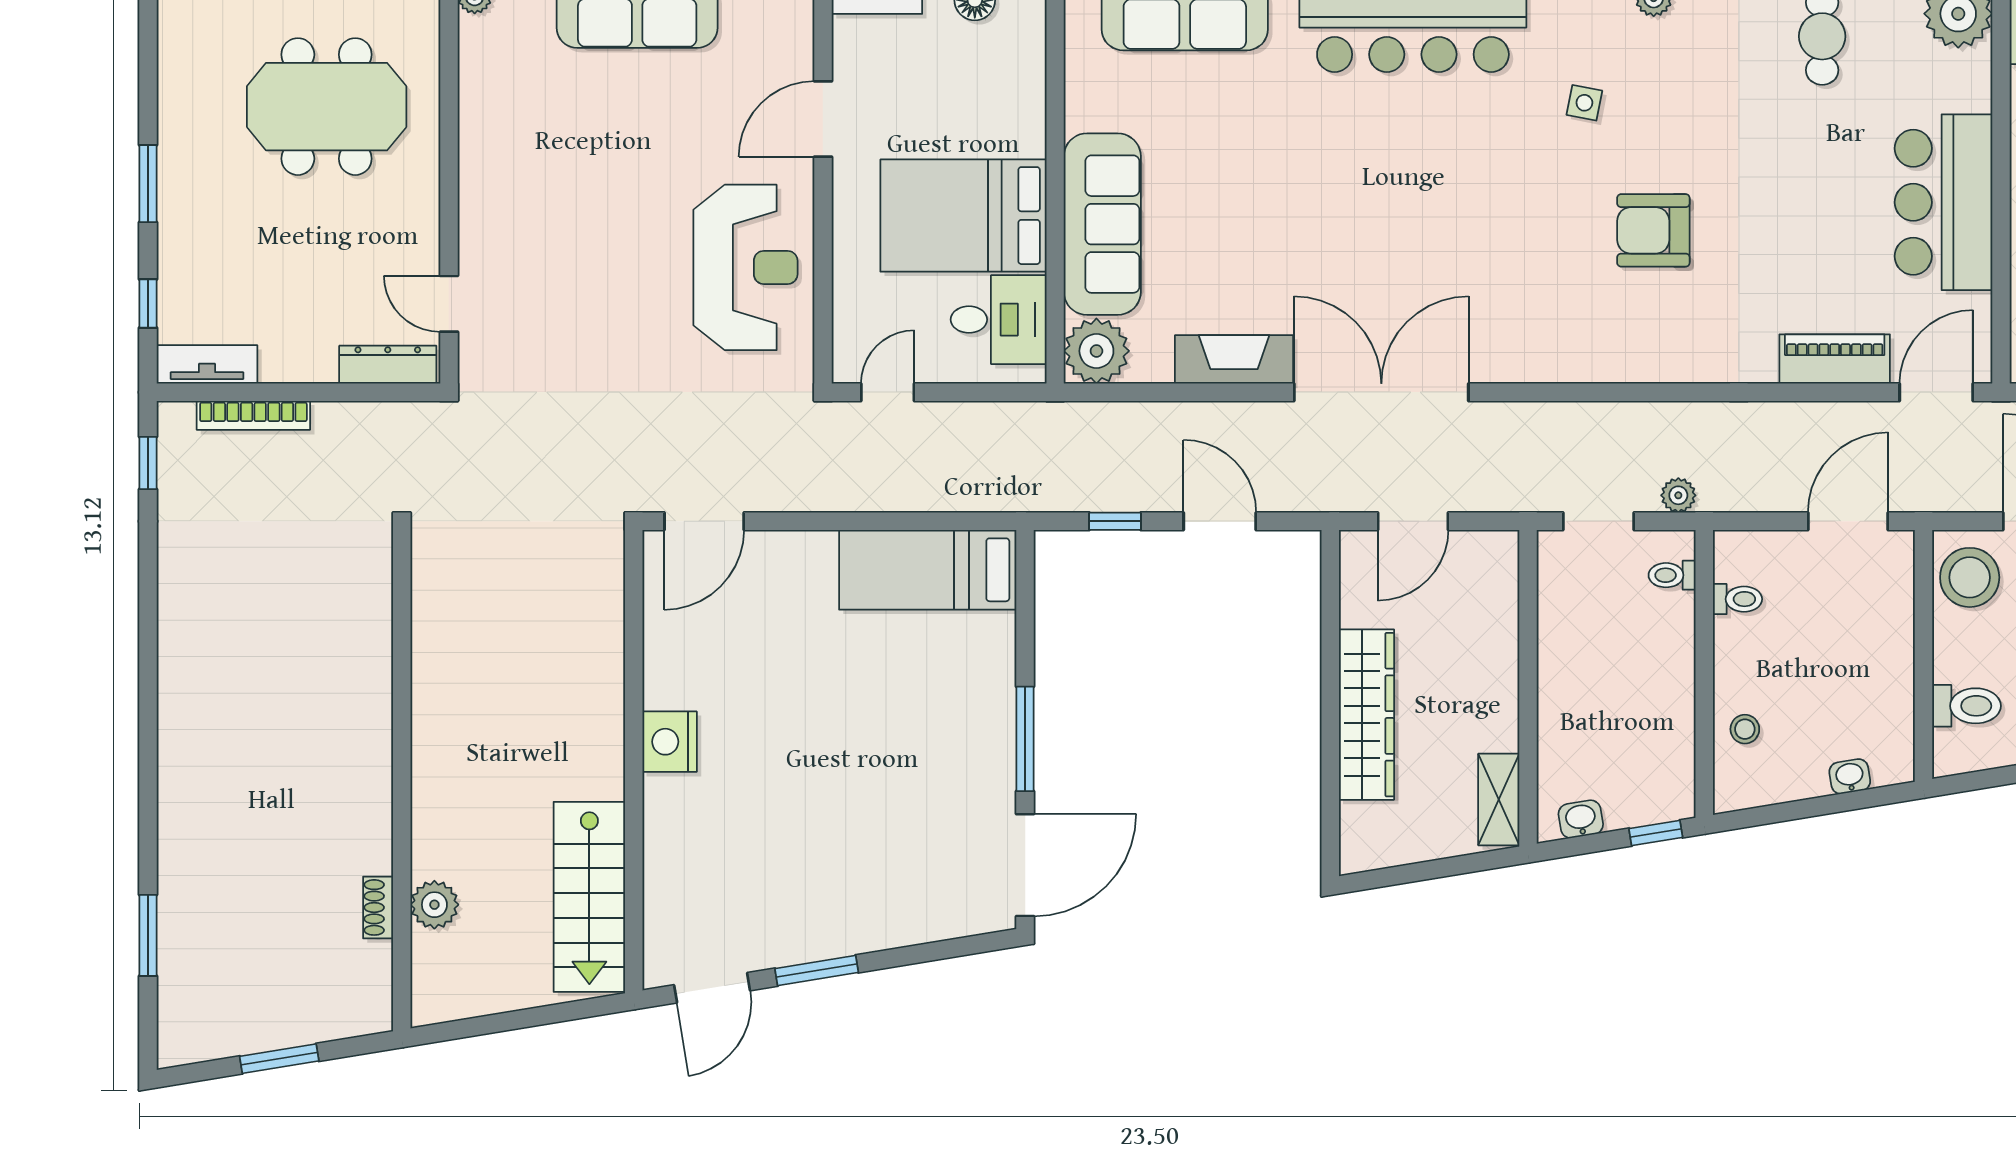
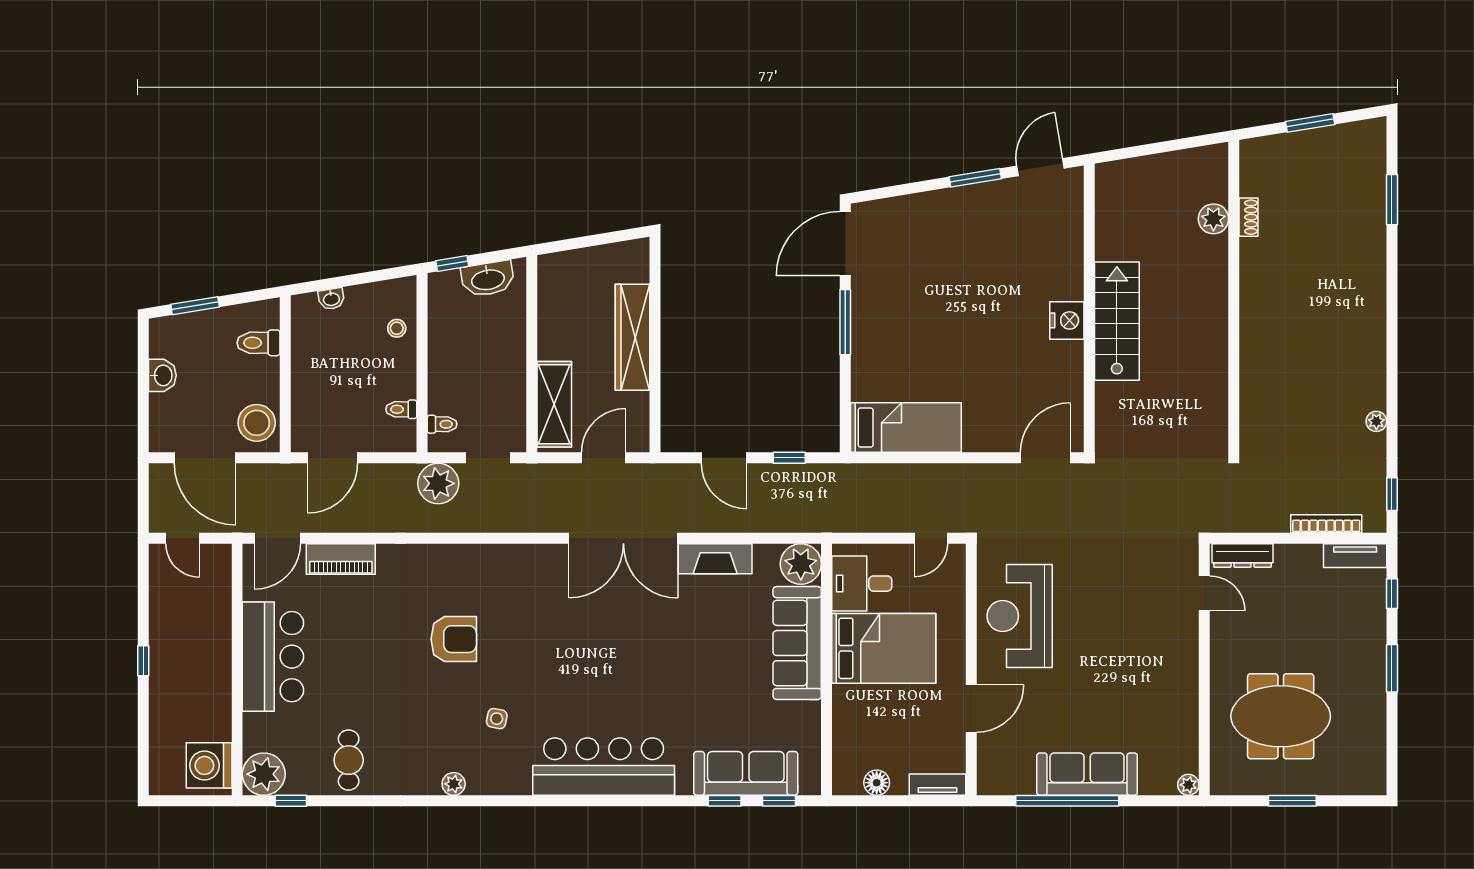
plant: (1678, 495) -> (438, 483), width x1.88, depth x1.88
plant: (173, 580) -> (1376, 421), added
shelving: (1499, 800) -> (554, 404), moved, width x1.50, depth x1.33
washbasin: (1581, 819) -> (488, 279), width x1.91, depth x1.45
stairs: (589, 897) -> (1117, 321), moved

